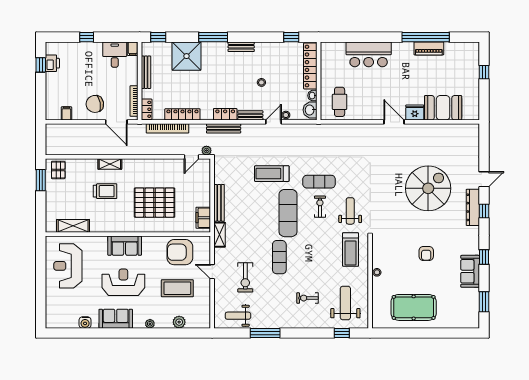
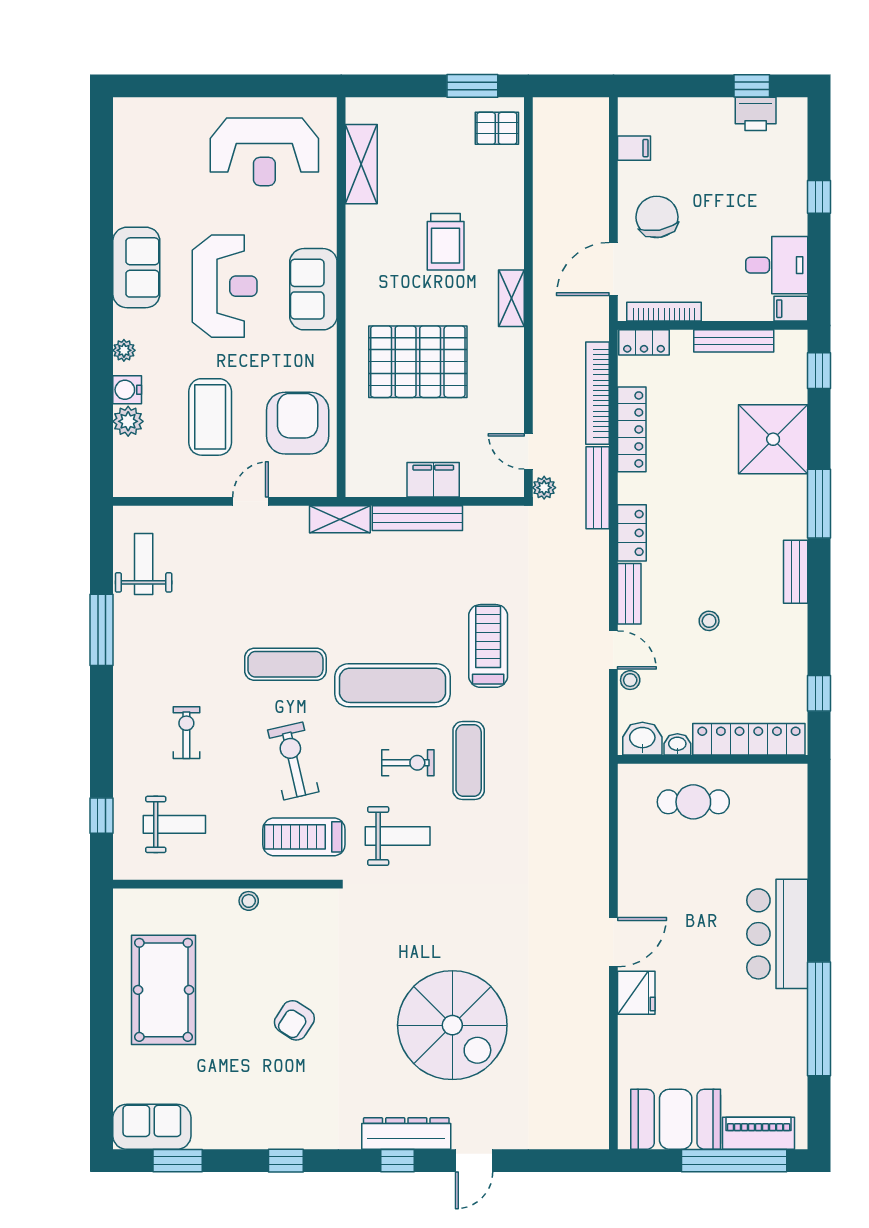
piano: (429, 48) -> (759, 1133), moved, turned 90
bar counter: (369, 54) -> (777, 934), moved
window: (484, 72) -> (734, 1161), width x3.17
cafe table: (340, 102) -> (693, 802), moved
booth: (443, 108) -> (676, 1119), moved, turned 90
bench: (224, 128) -> (598, 488), moved
shelving: (110, 164) -> (511, 298), moved
door: (484, 179) -> (474, 1161), hinge flipped
pallet: (155, 203) -> (418, 362), turned 90
filing cabinet: (203, 218) -> (433, 480), moved
armchair: (426, 253) -> (294, 1020), turned -57
reception desk: (68, 266) -> (264, 152), turned 180
sofa: (470, 271) -> (152, 1127), moved
exercise bike: (245, 277) -> (293, 761), moved, turned 77
weight bench: (345, 303) -> (174, 824), width x0.73, depth x0.75
water cooler: (85, 322) -> (127, 390), moved

